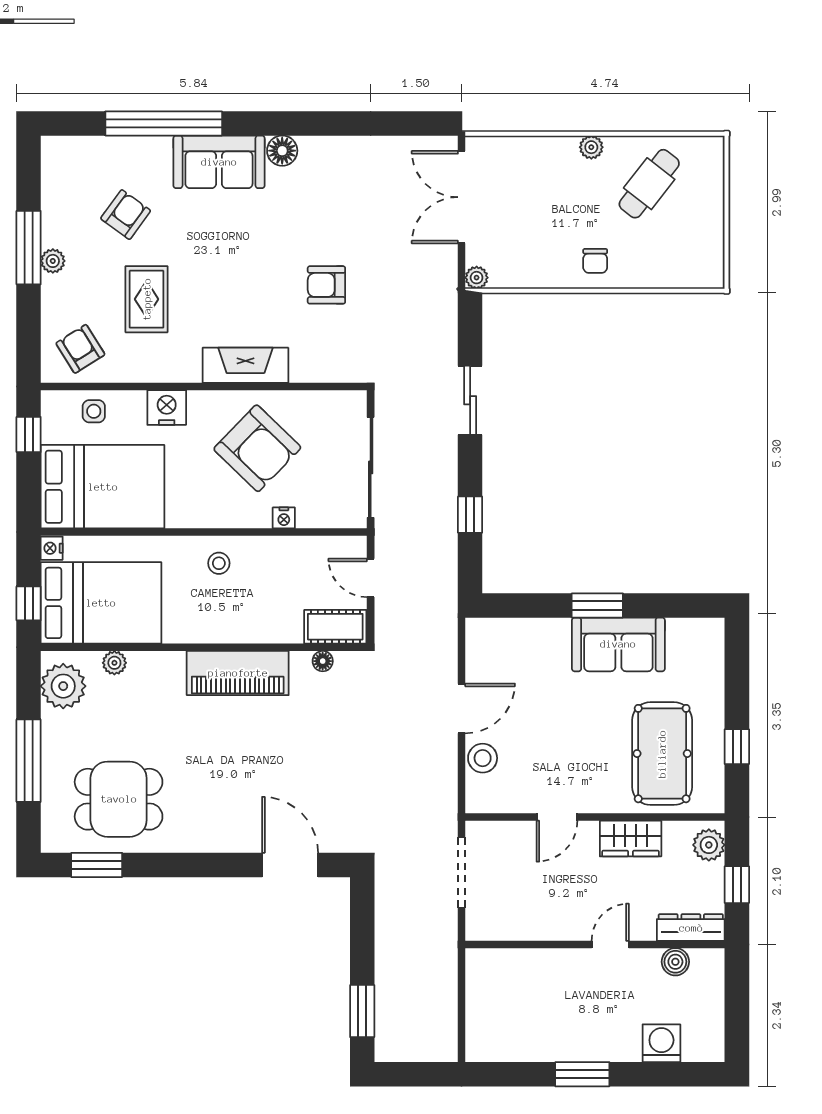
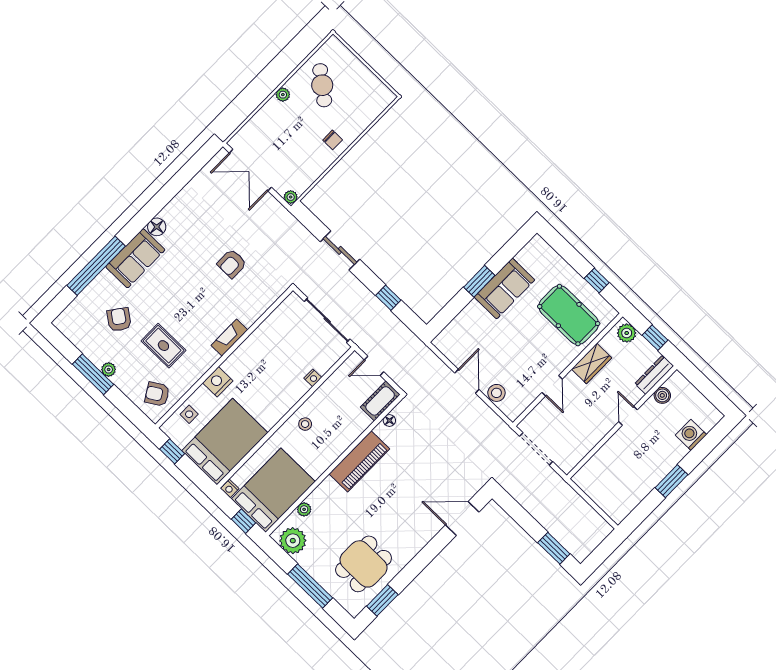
fireplace: (245, 365) -> (229, 338), width x0.73, depth x0.76
armchair: (257, 448) -> (272, 360), removed

